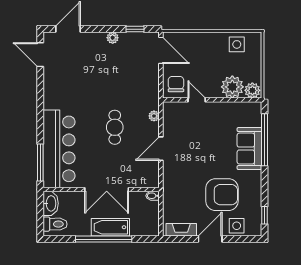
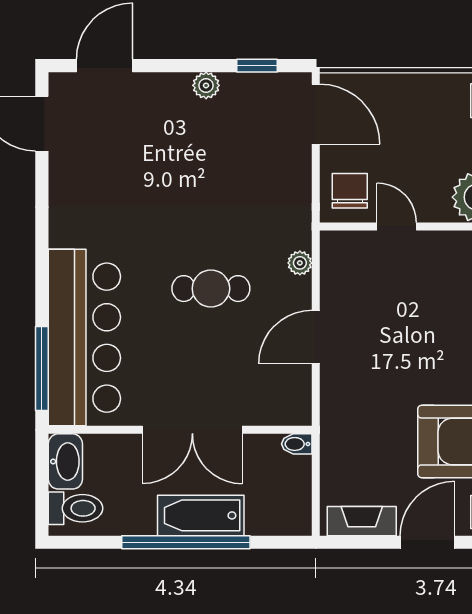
cafe table: (115, 127) -> (211, 289), turned 90

